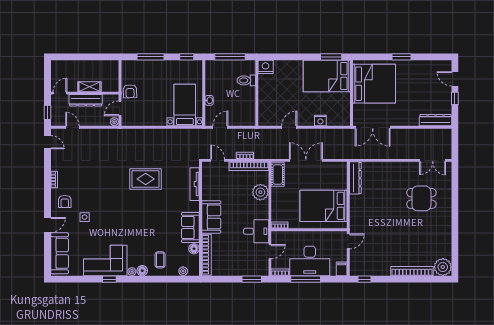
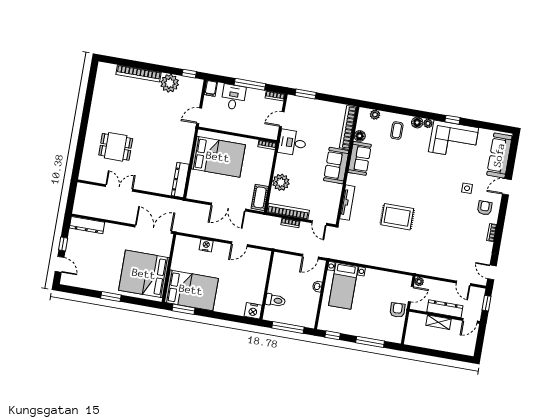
double door: (433, 160) -> (119, 188), moved
desk: (310, 261) -> (233, 97), width x0.53, depth x0.77
plant: (443, 267) -> (170, 83), moved

